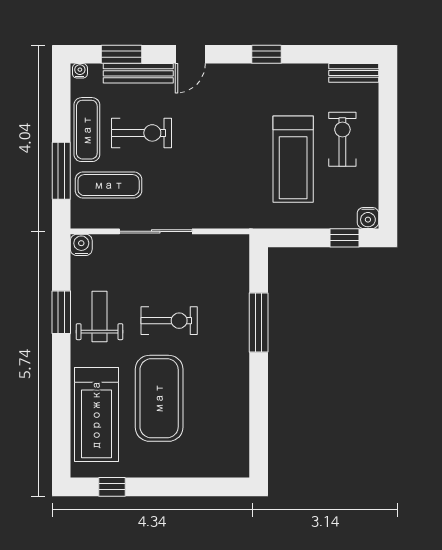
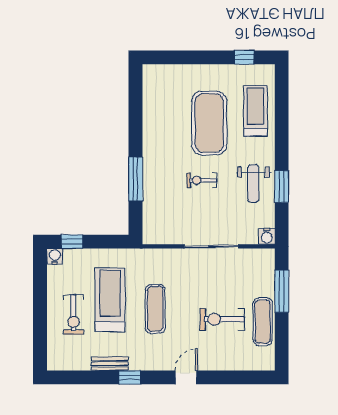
window: (122, 54) -> (237, 377), removed
water cooler: (80, 71) -> (268, 365), removed
bench: (138, 73) -> (225, 363), removed
bench: (354, 73) -> (110, 364), moved
exercise mat: (109, 185) -> (155, 309), moved, turned 90
exercise bike: (169, 321) -> (202, 180), width x0.73, depth x0.72
treadmill: (96, 415) -> (256, 111), width x0.73, depth x0.73

